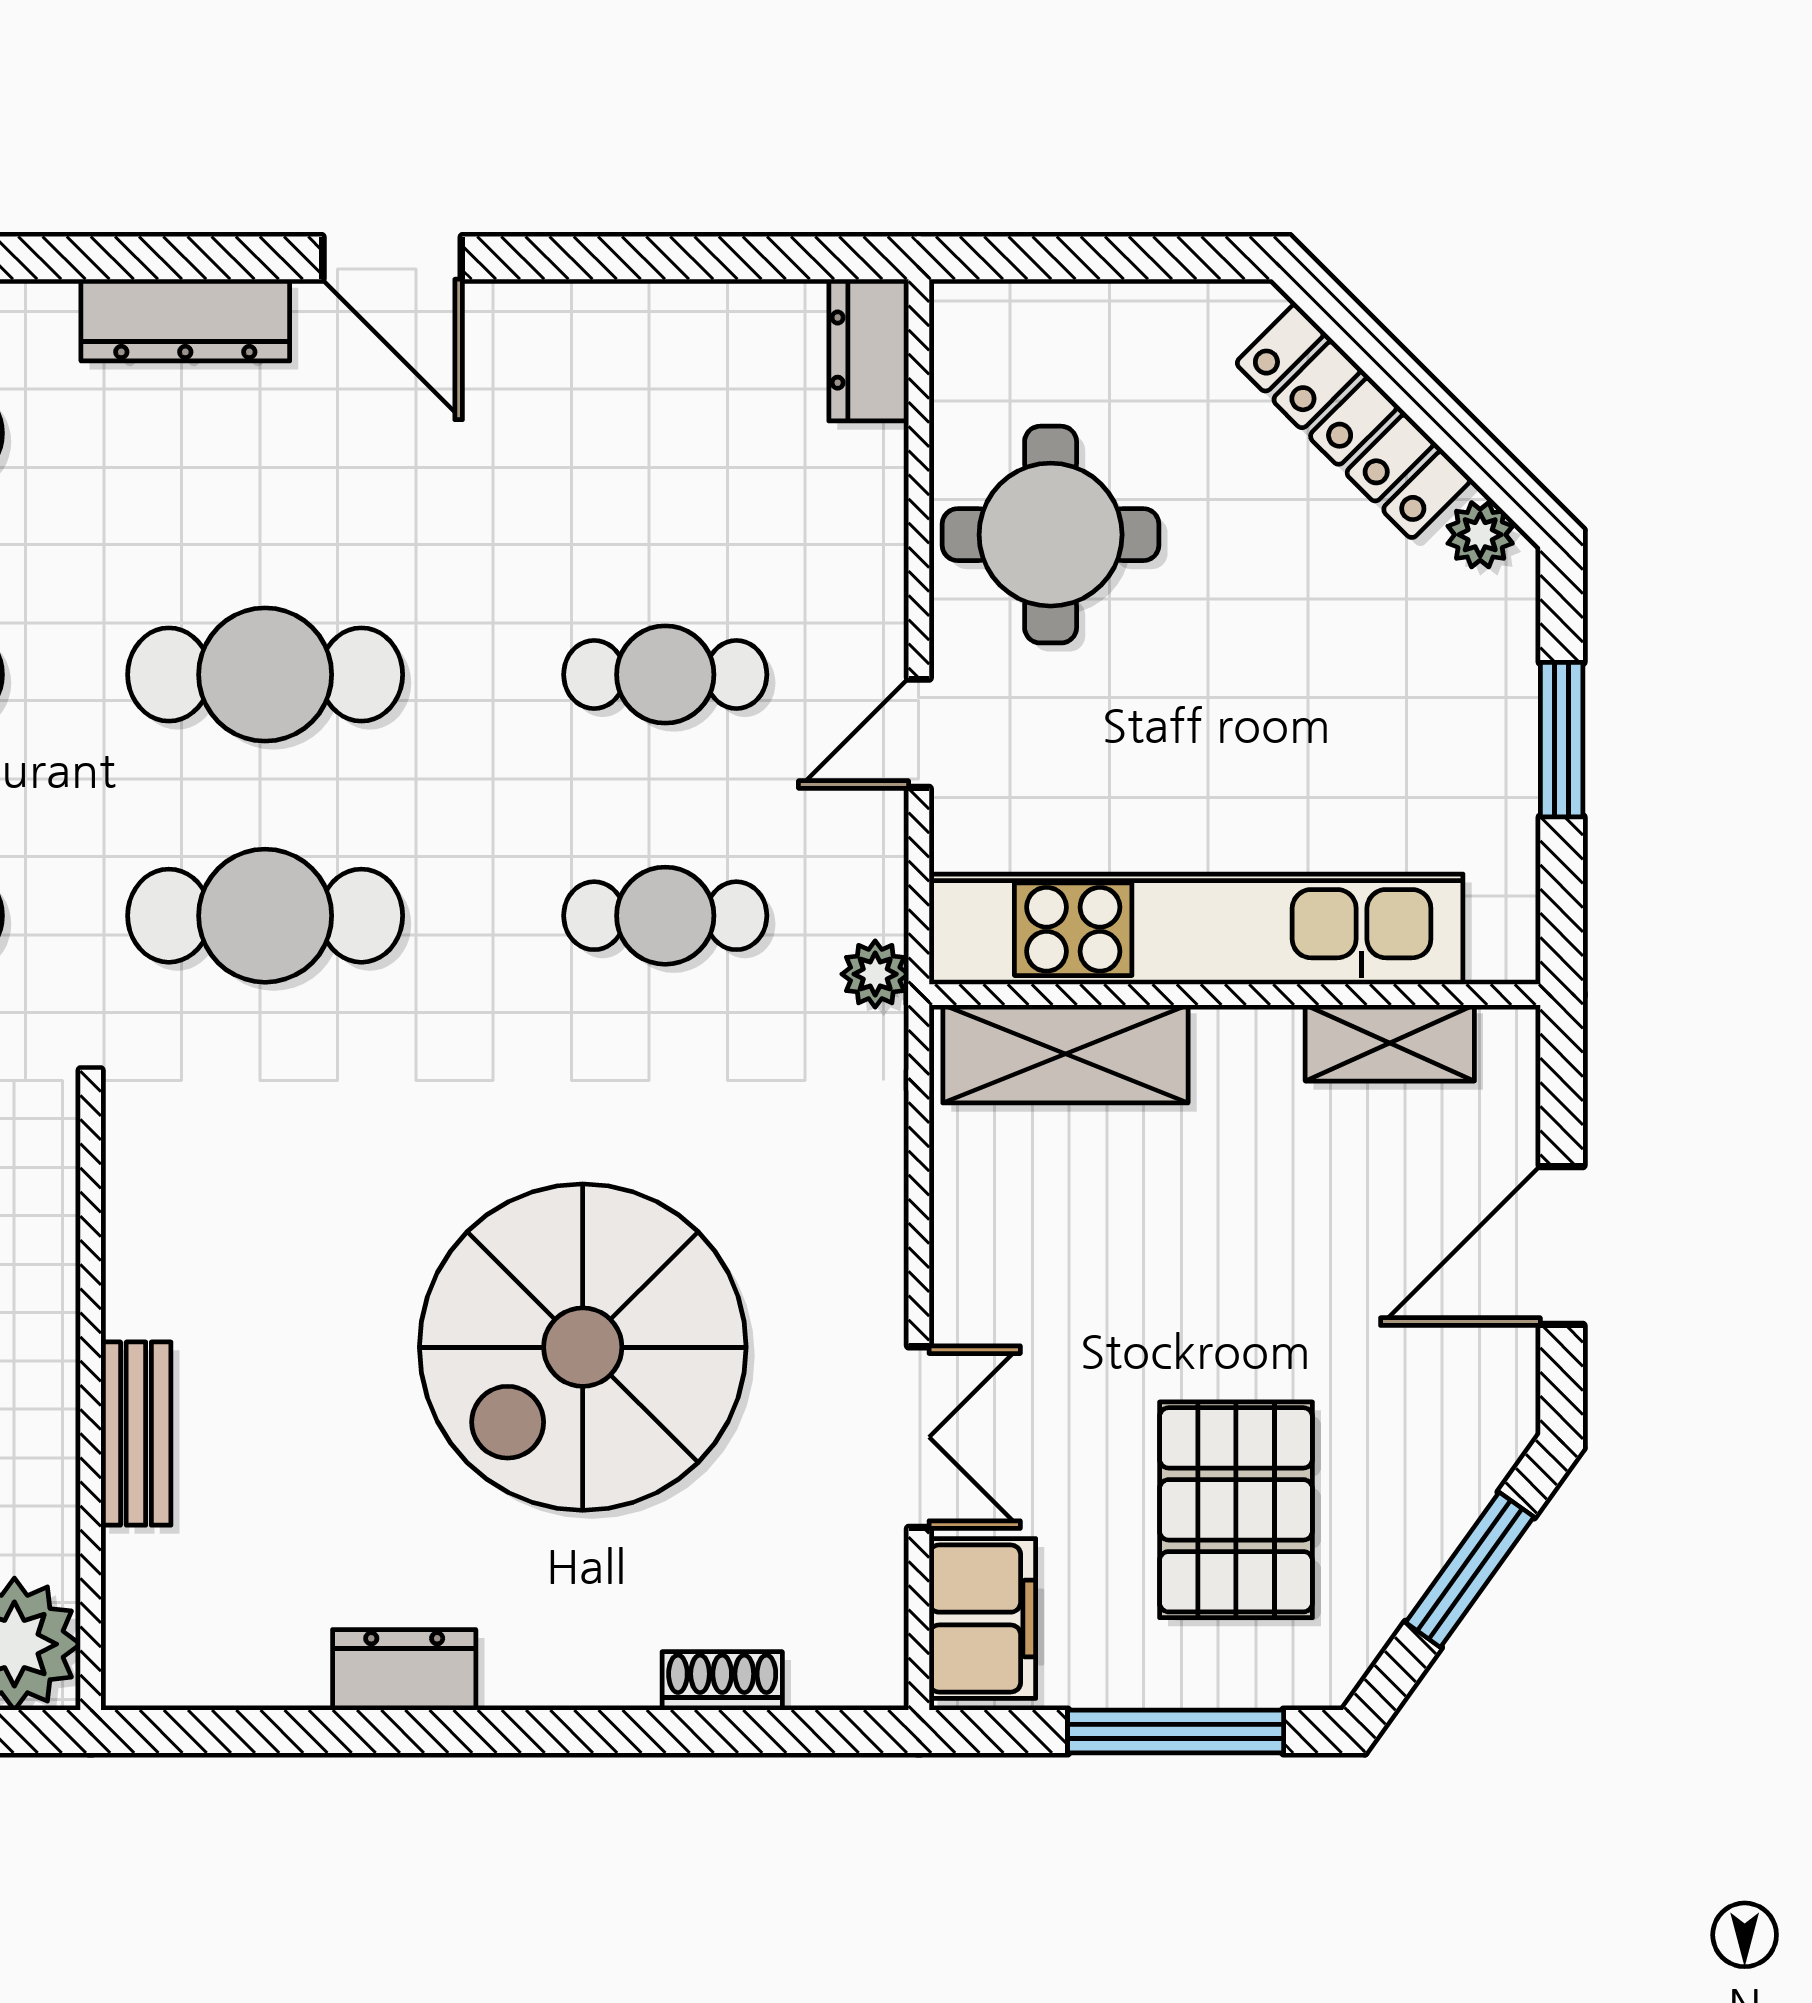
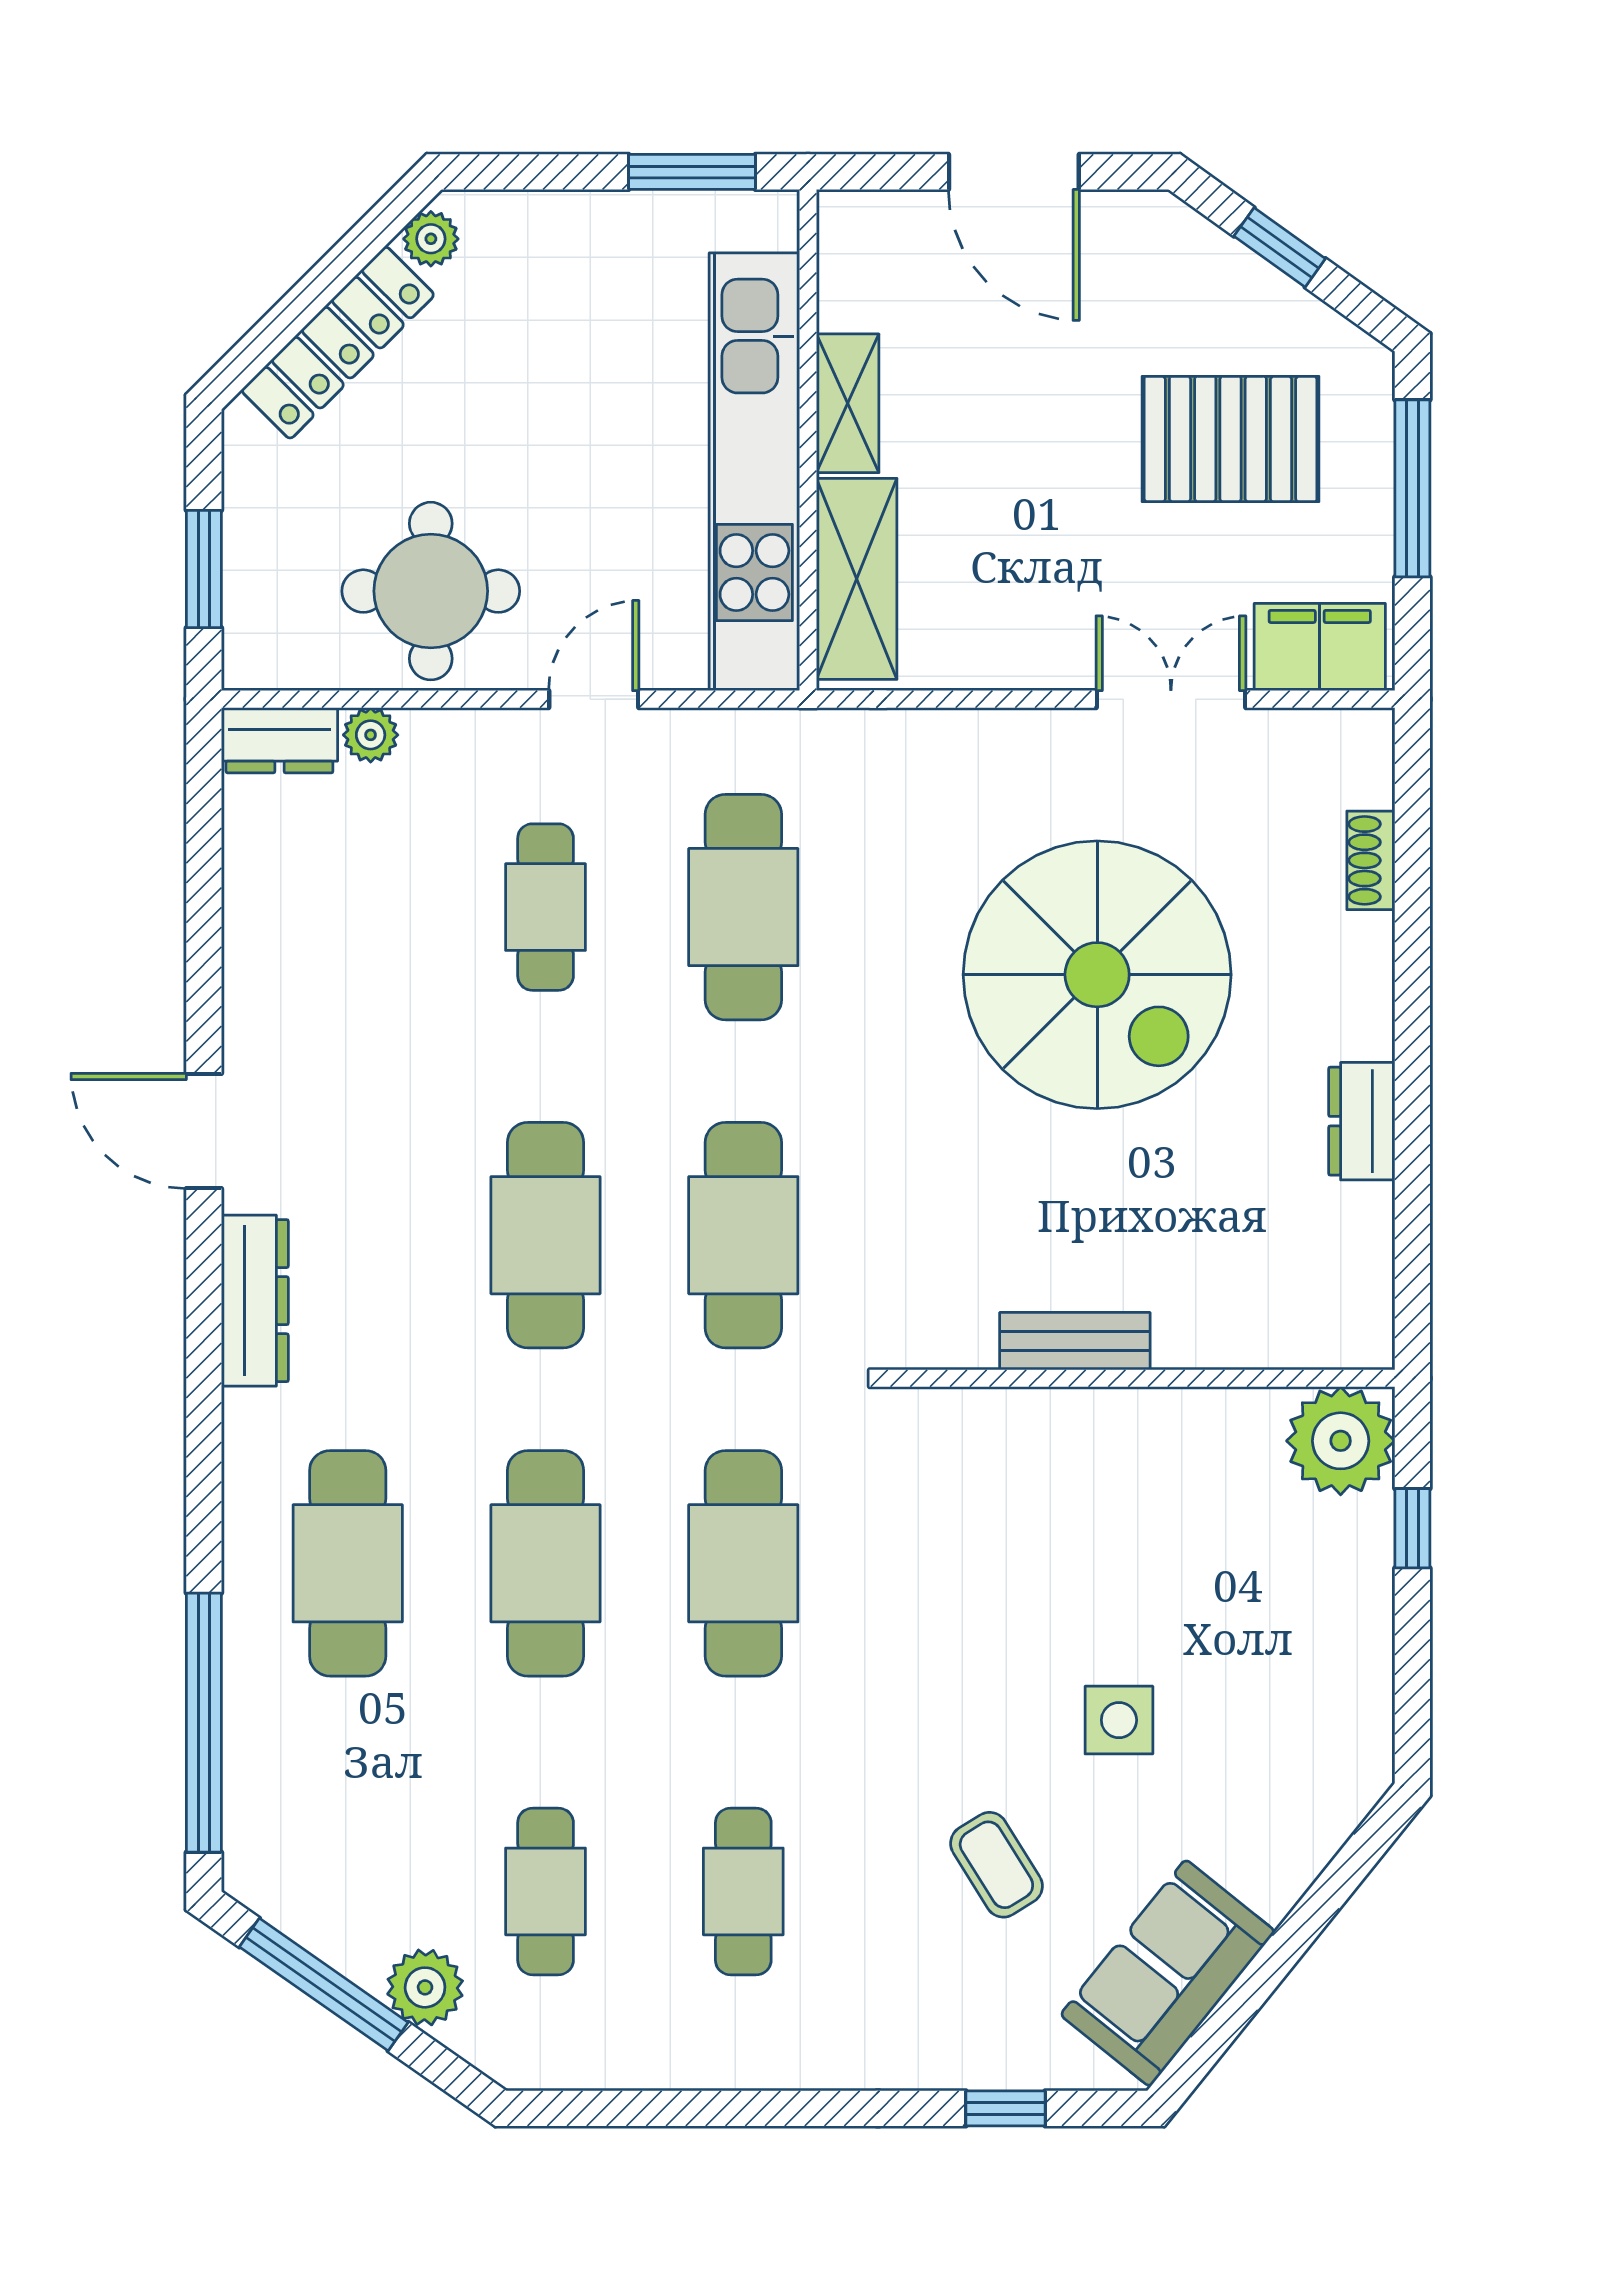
door: (392, 258) -> (204, 1131), swing flipped
window: (1077, 258) -> (204, 569), added
door: (919, 733) -> (594, 699), swing flipped
window: (1562, 740) -> (692, 172), moved
cafe table: (665, 916) -> (743, 907), width x1.37, depth x1.35
plant: (875, 974) -> (371, 735), moved
shelving: (1390, 1043) -> (848, 403), moved
bench: (136, 1434) -> (1075, 1341), moved
window: (1470, 1570) -> (1280, 247), width x0.67

